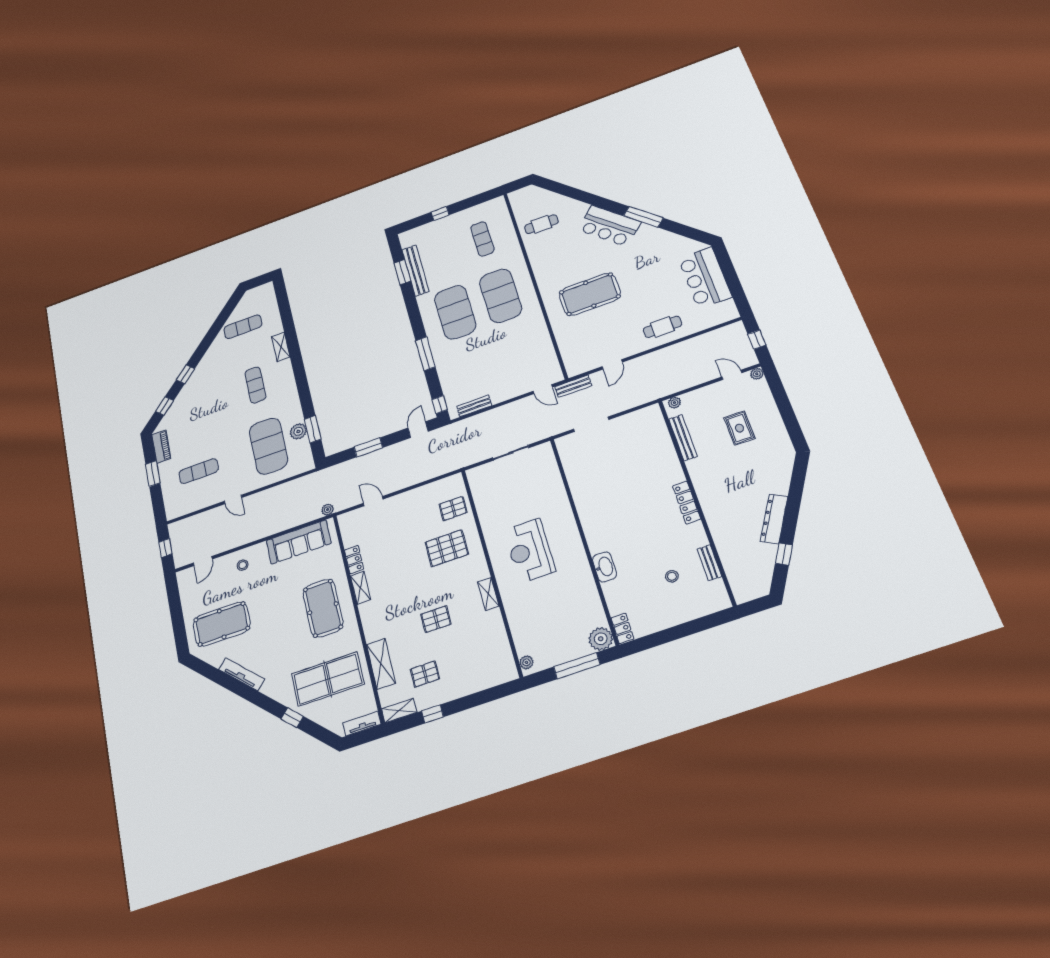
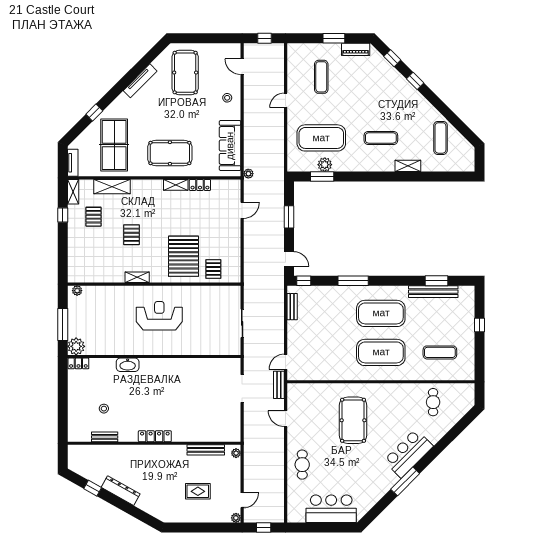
pallet: (447, 548) -> (183, 256), width x1.37, depth x1.41

